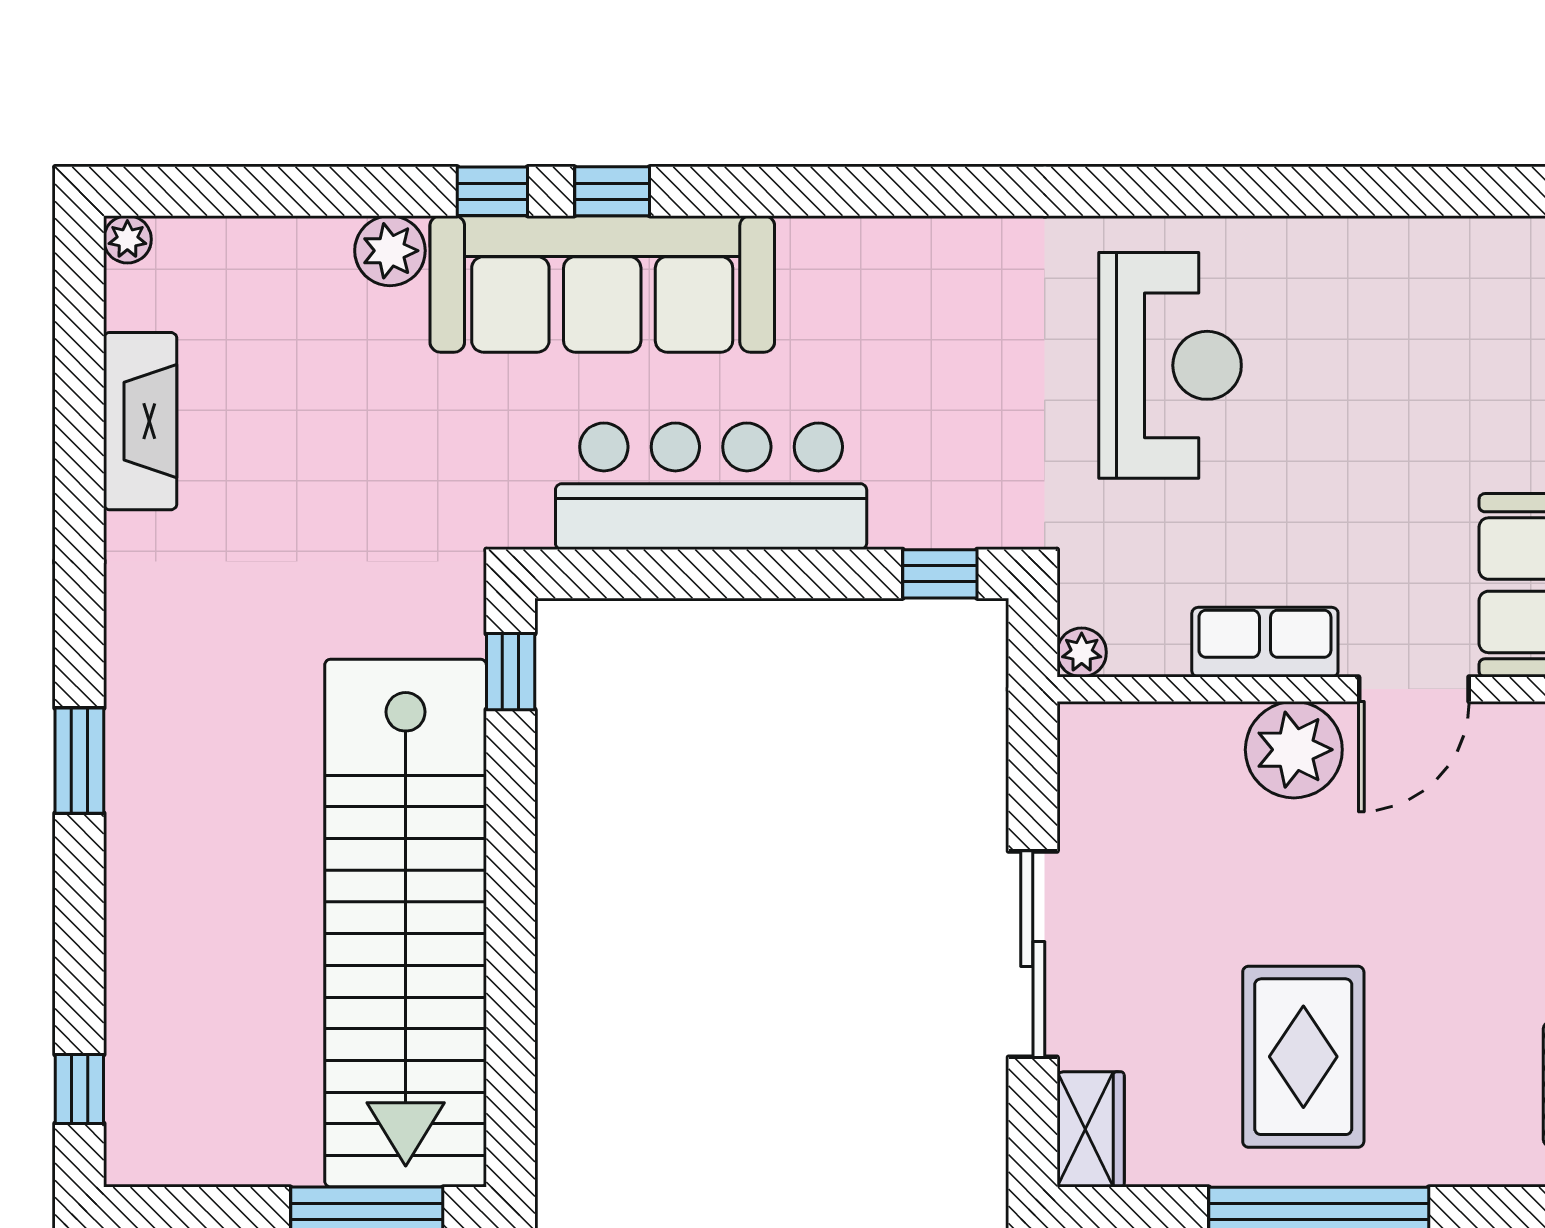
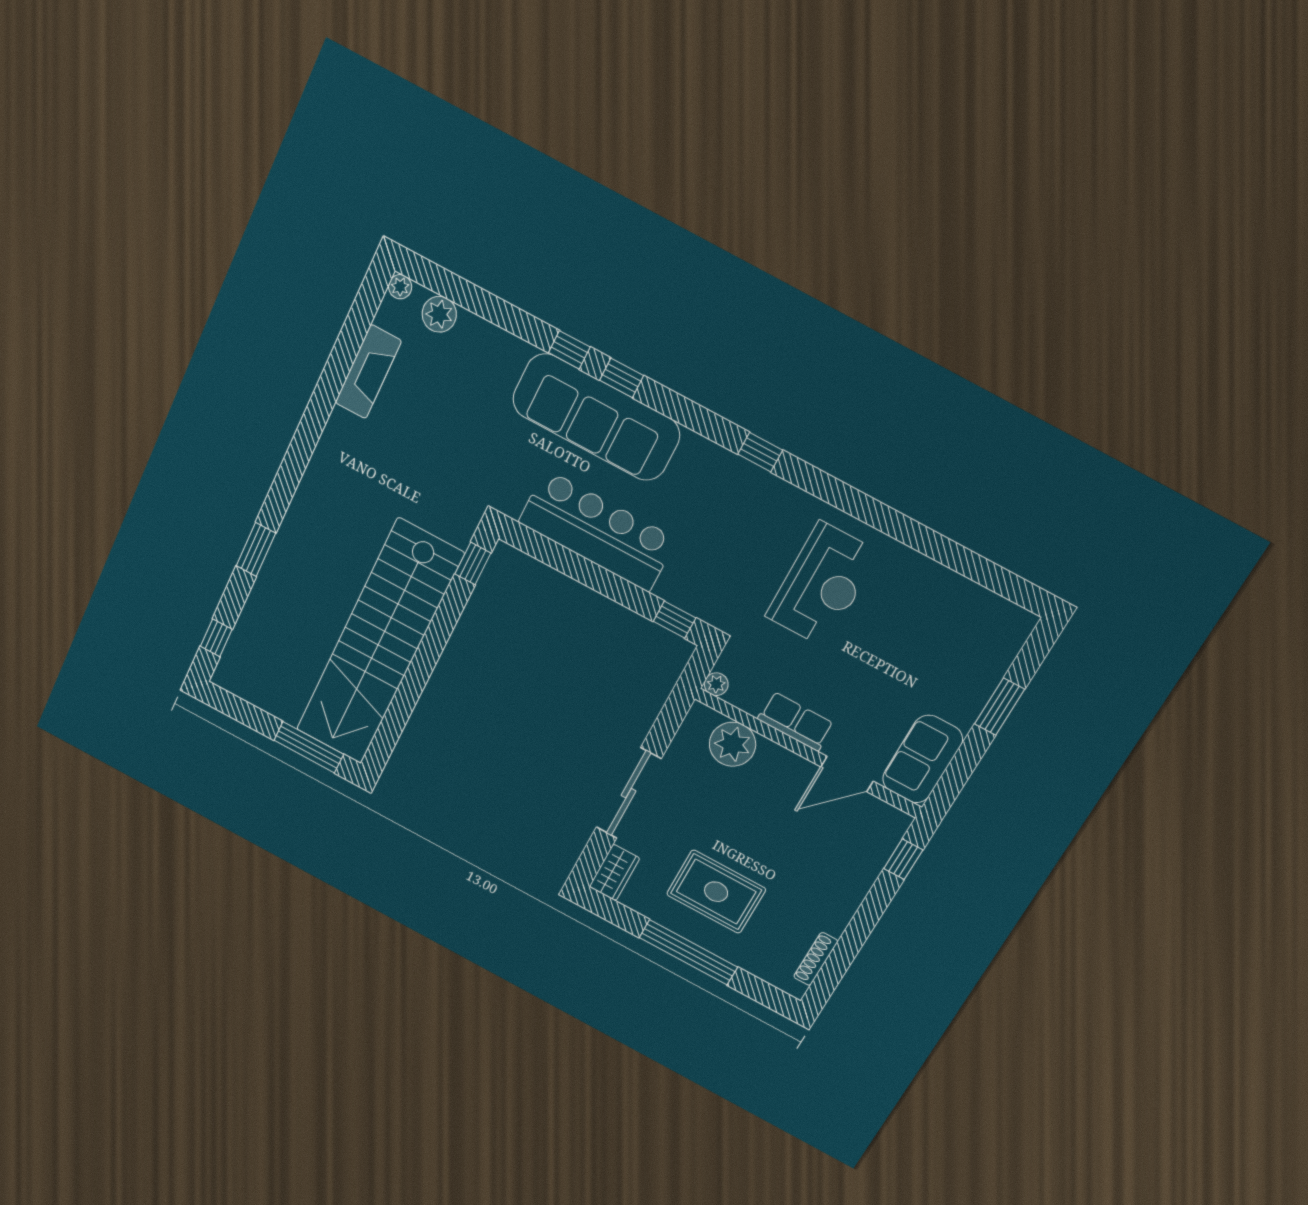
window: (929, 191) -> (760, 452), added
plant: (390, 251) -> (439, 314), moved
plant: (1294, 750) -> (732, 744), moved
window: (79, 761) -> (256, 549), moved
rug: (1303, 1057) -> (716, 892), turned 90

